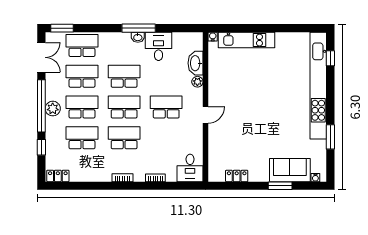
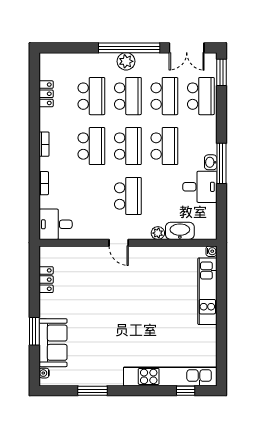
kitchen unit: (318, 86) -> (170, 376), width x0.73
window: (41, 147) -> (80, 48), removed
locker: (58, 176) -> (46, 94), moved

